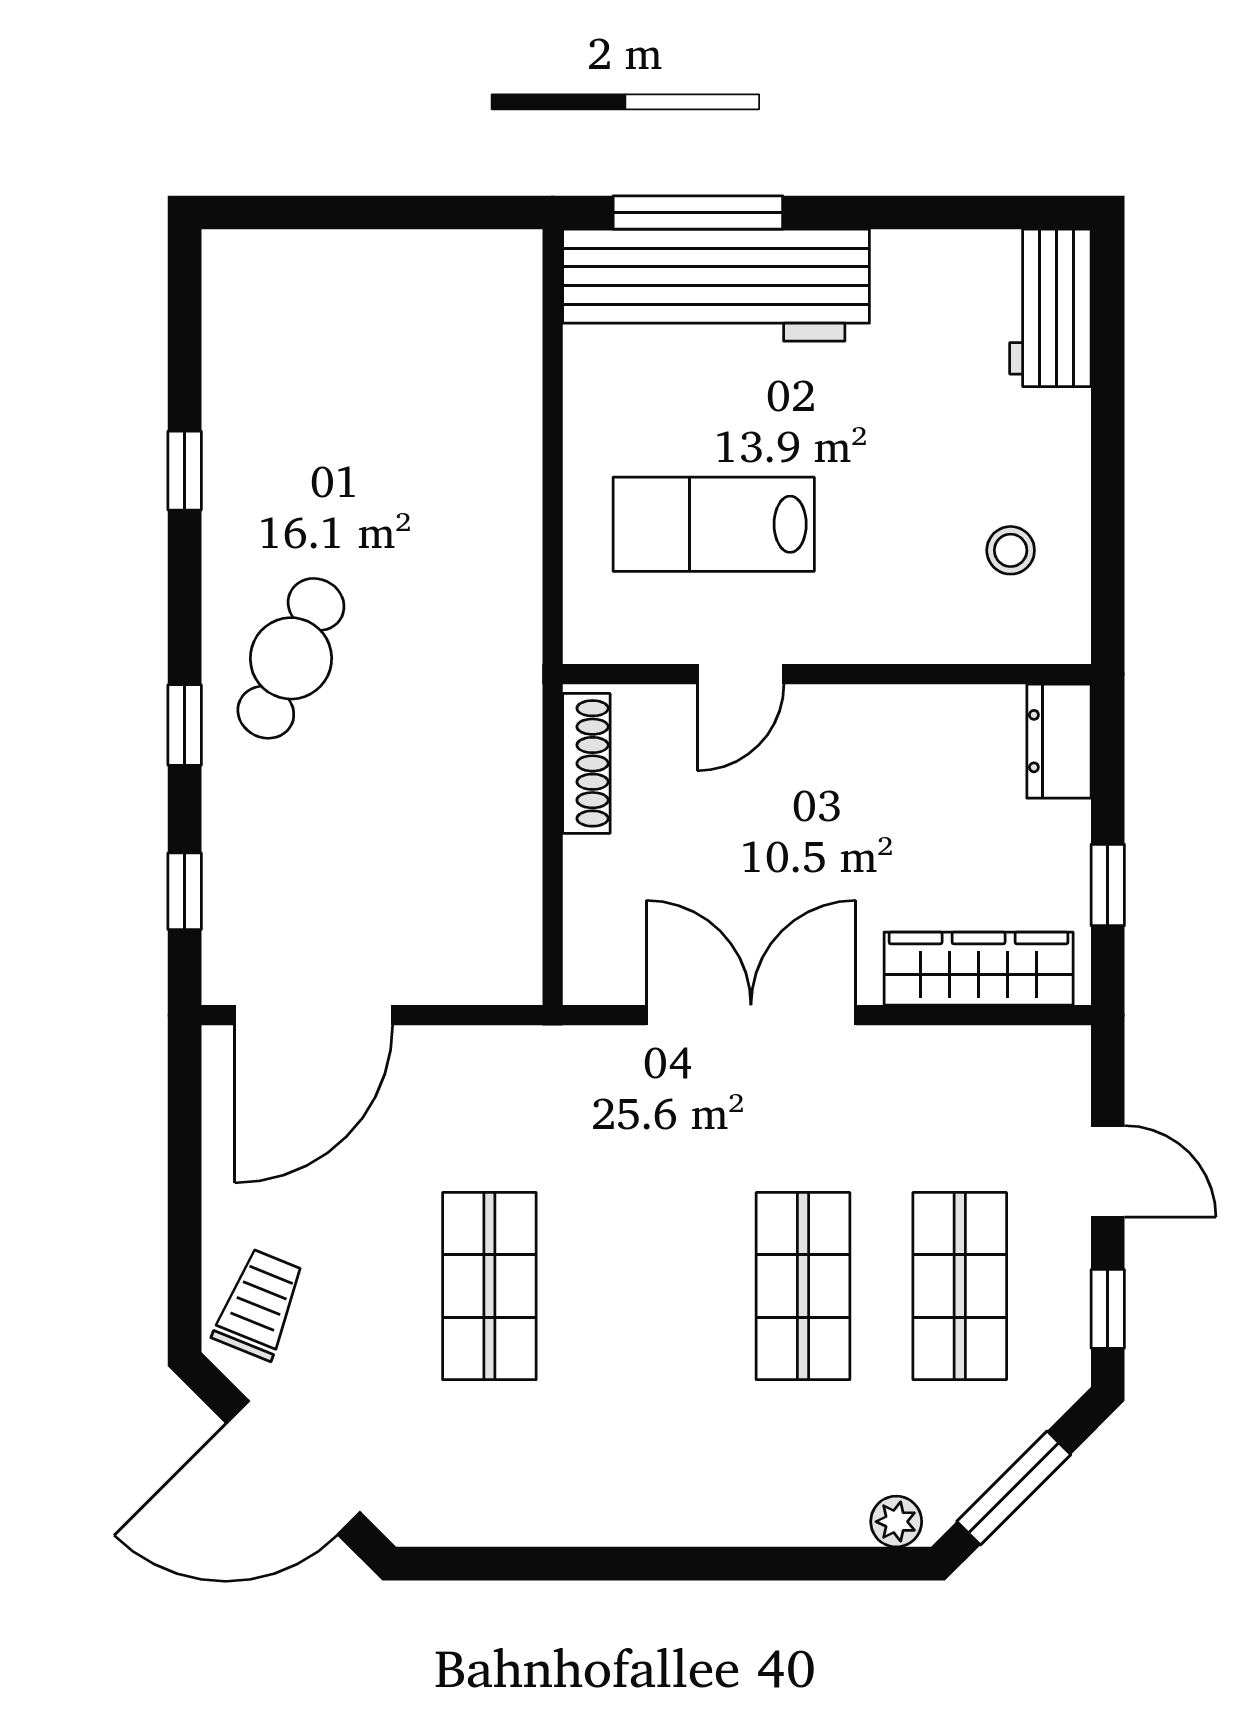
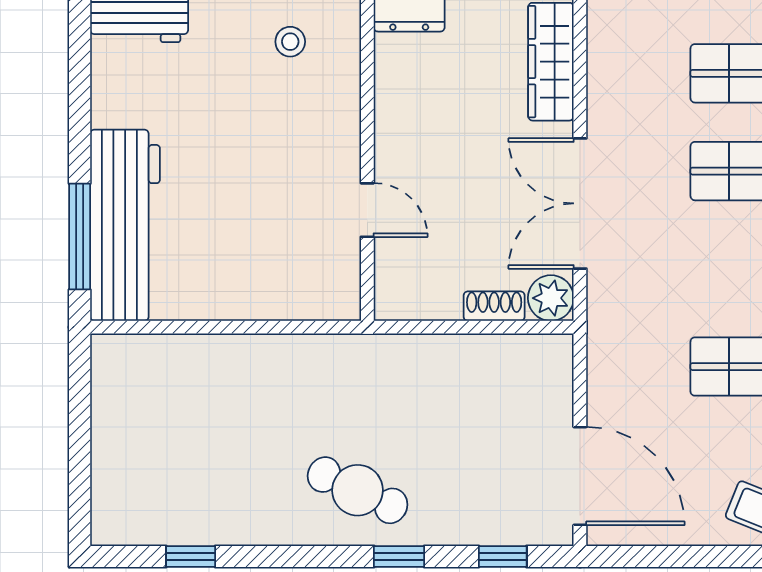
window: (185, 471) -> (191, 556), moved
lab bench: (714, 524) -> (274, 227), removed
shoe rack: (586, 763) -> (494, 306), moved, width x0.70
plant: (599, 968) -> (551, 298), added

